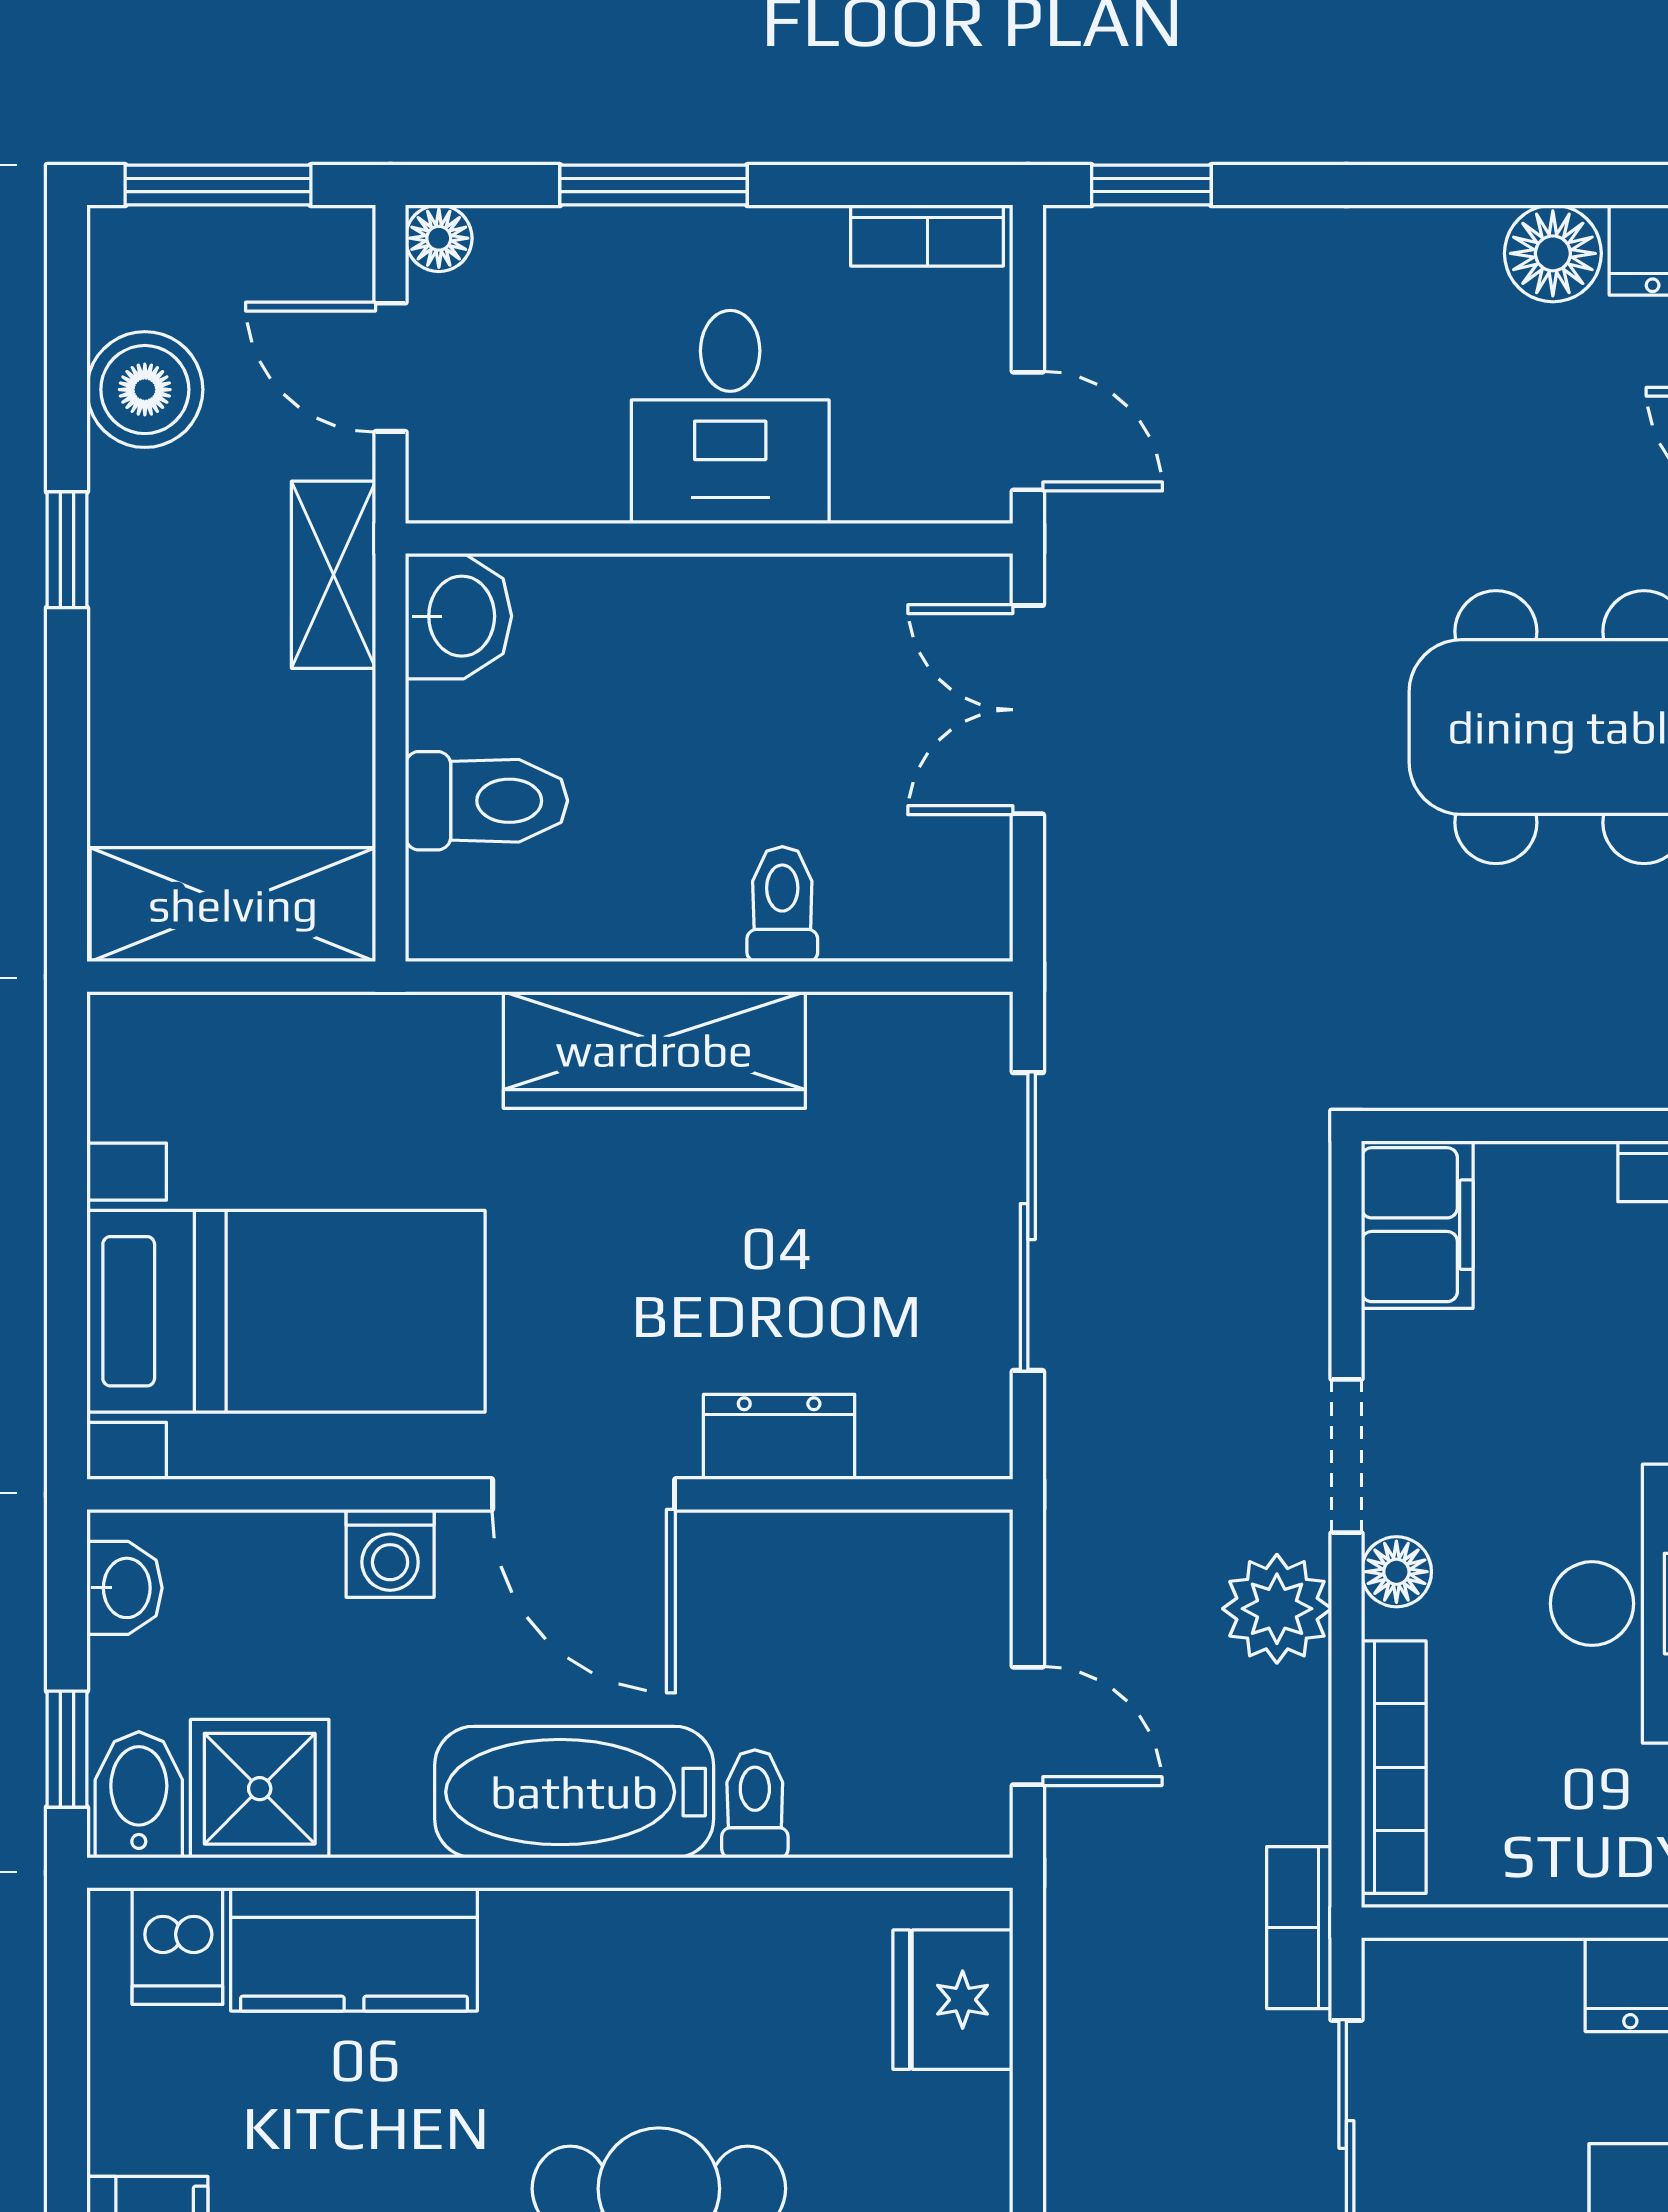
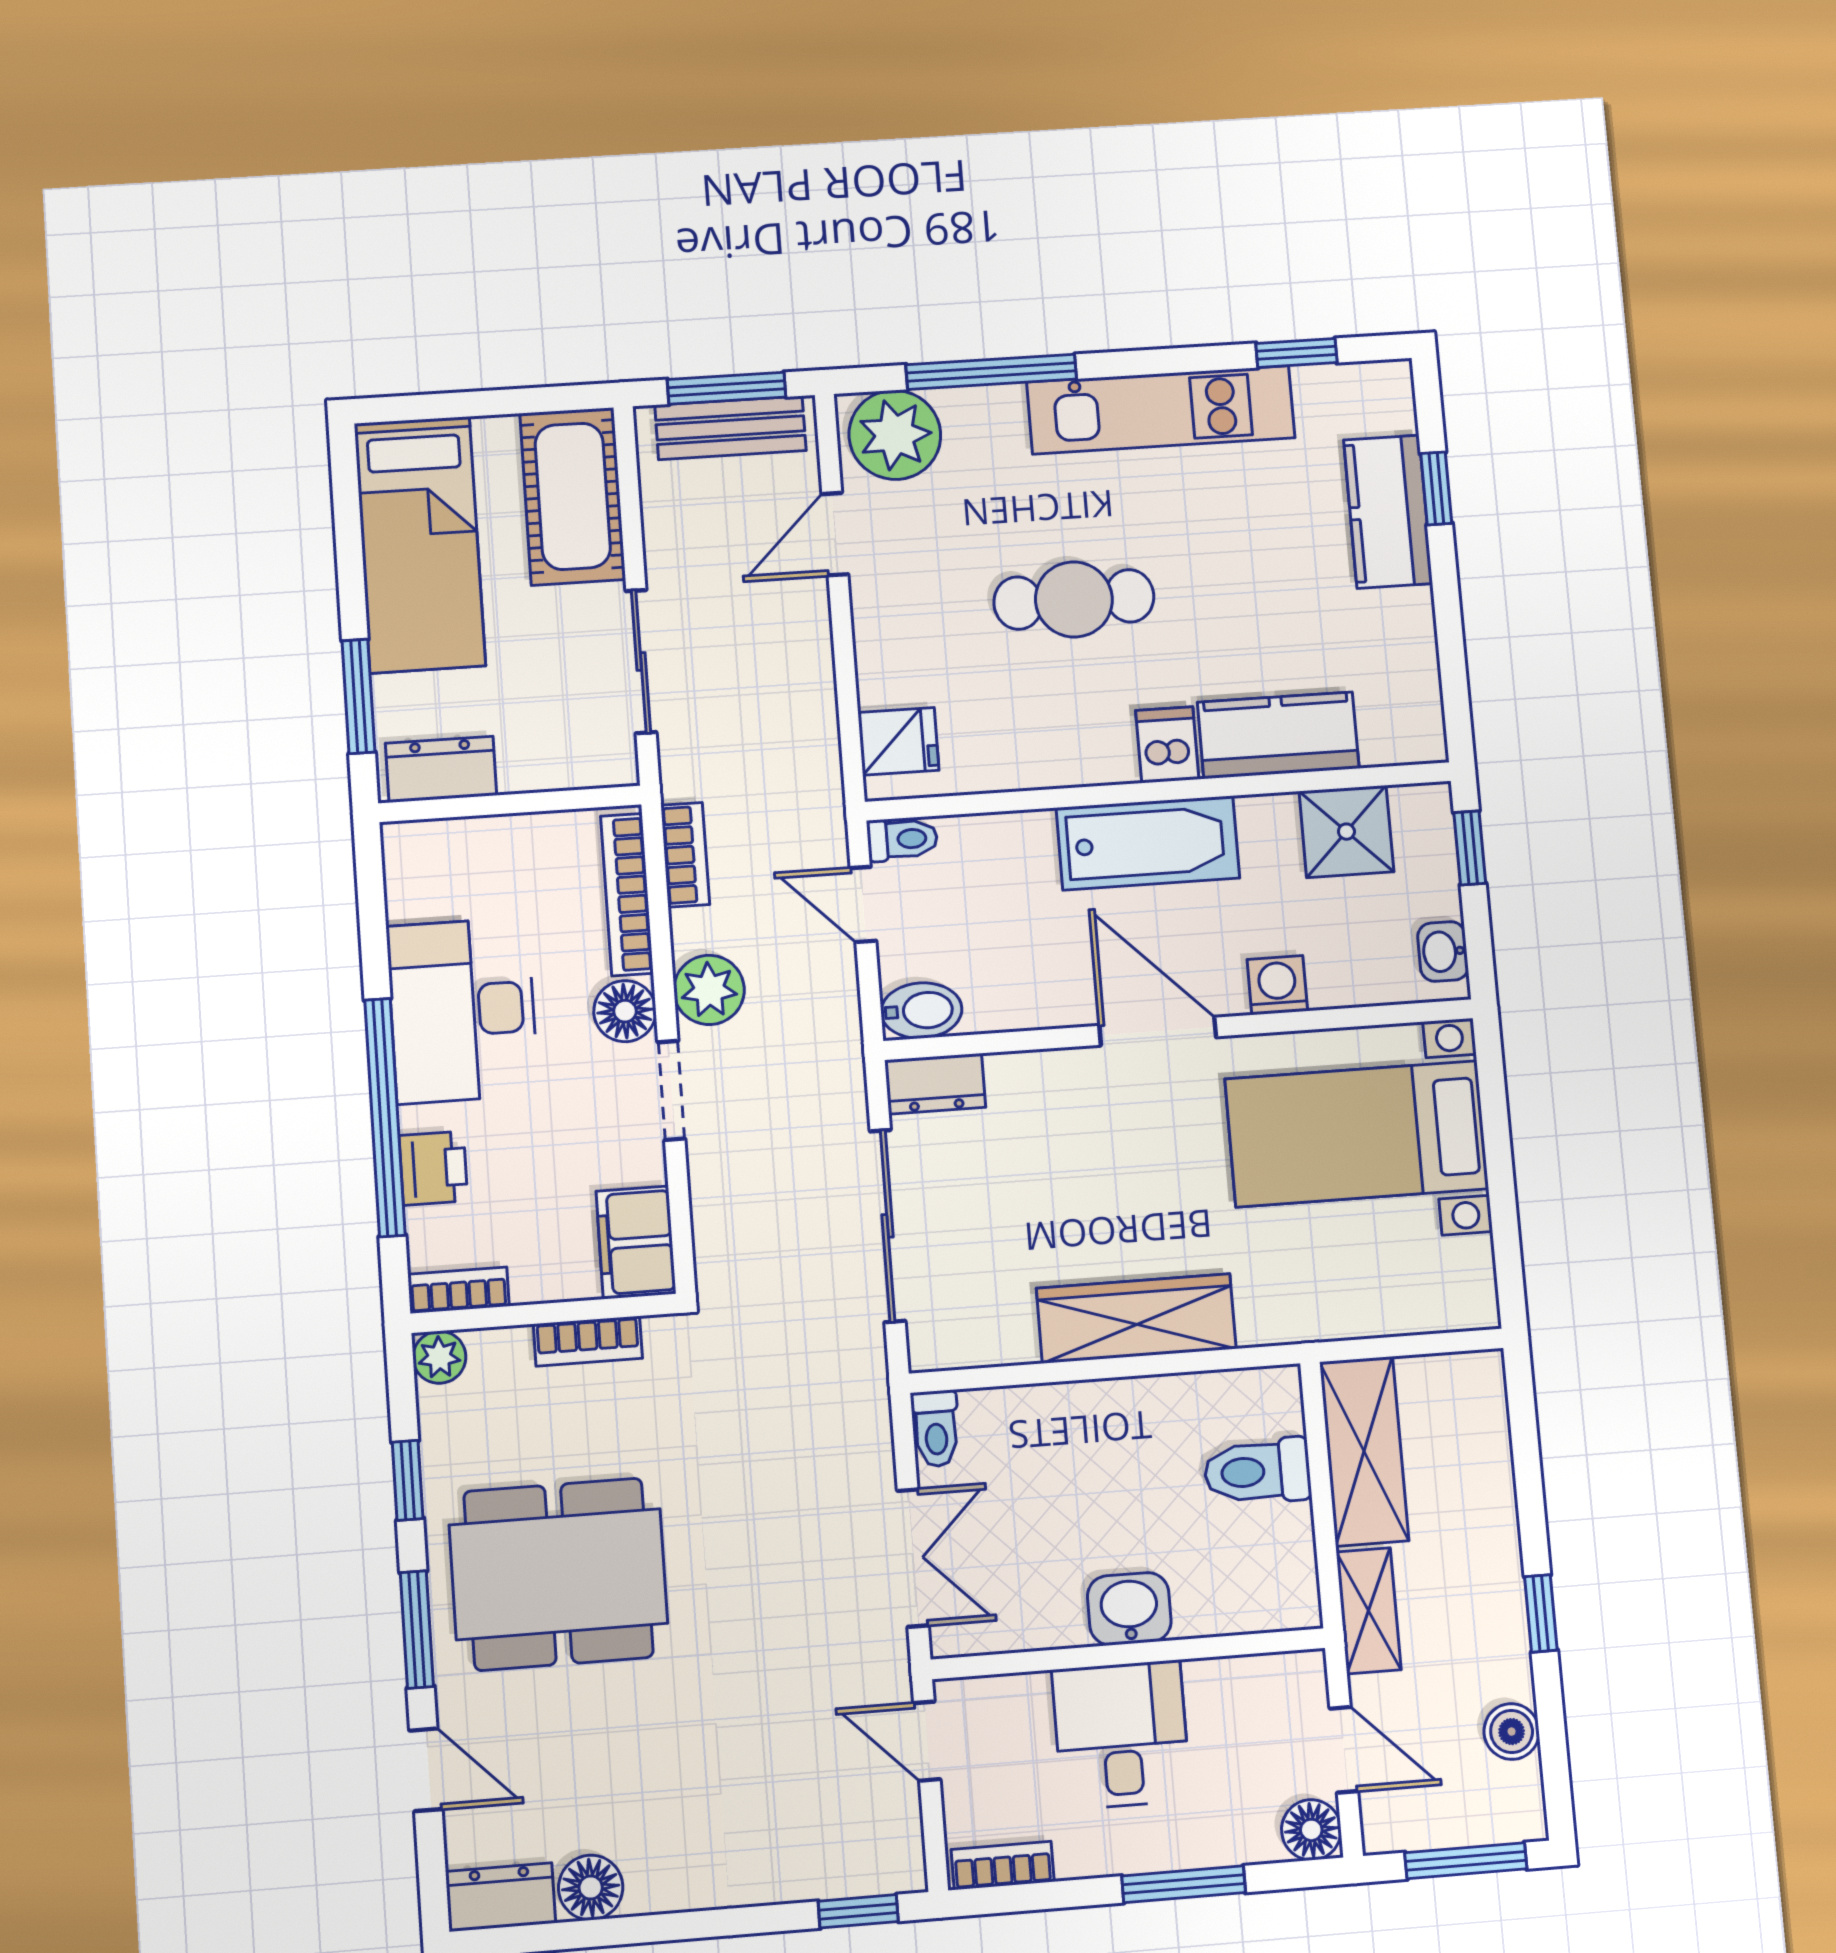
floor lamp: (439, 238) -> (1311, 1830), width x1.37, depth x1.37
boiler: (145, 390) -> (1512, 1732), width x0.73, depth x0.73
washbasin: (459, 616) -> (1129, 1609), moved, turned 90
toilet: (782, 904) -> (936, 1429), moved
shelving: (233, 905) -> (1364, 1451), moved, turned 90
bookcase: (1501, 1078) -> (588, 1341), added
dresser: (779, 1437) -> (935, 1084), moved
floor lamp: (1396, 1572) -> (625, 1011), width x1.37, depth x1.37
bidet: (139, 1795) -> (921, 1011), moved, turned -90
toilet: (755, 1804) -> (902, 839), moved, turned -90
bookcase: (1299, 1928) -> (685, 855), moved
dishwasher: (177, 1946) -> (1167, 745), moved
fridge: (953, 2000) -> (898, 741), width x0.72

